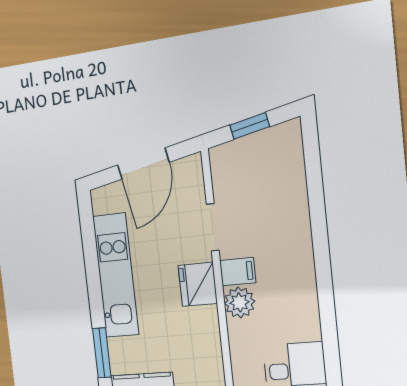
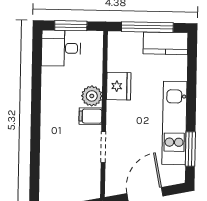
fridge: (198, 284) -> (119, 86), moved
window: (102, 353) -> (190, 149), moved

